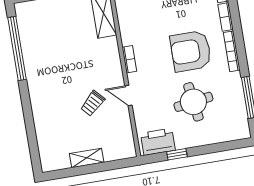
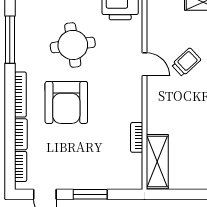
armchair: (191, 51) -> (66, 102), turned 90
bookcase: (129, 59) -> (137, 137), moved

